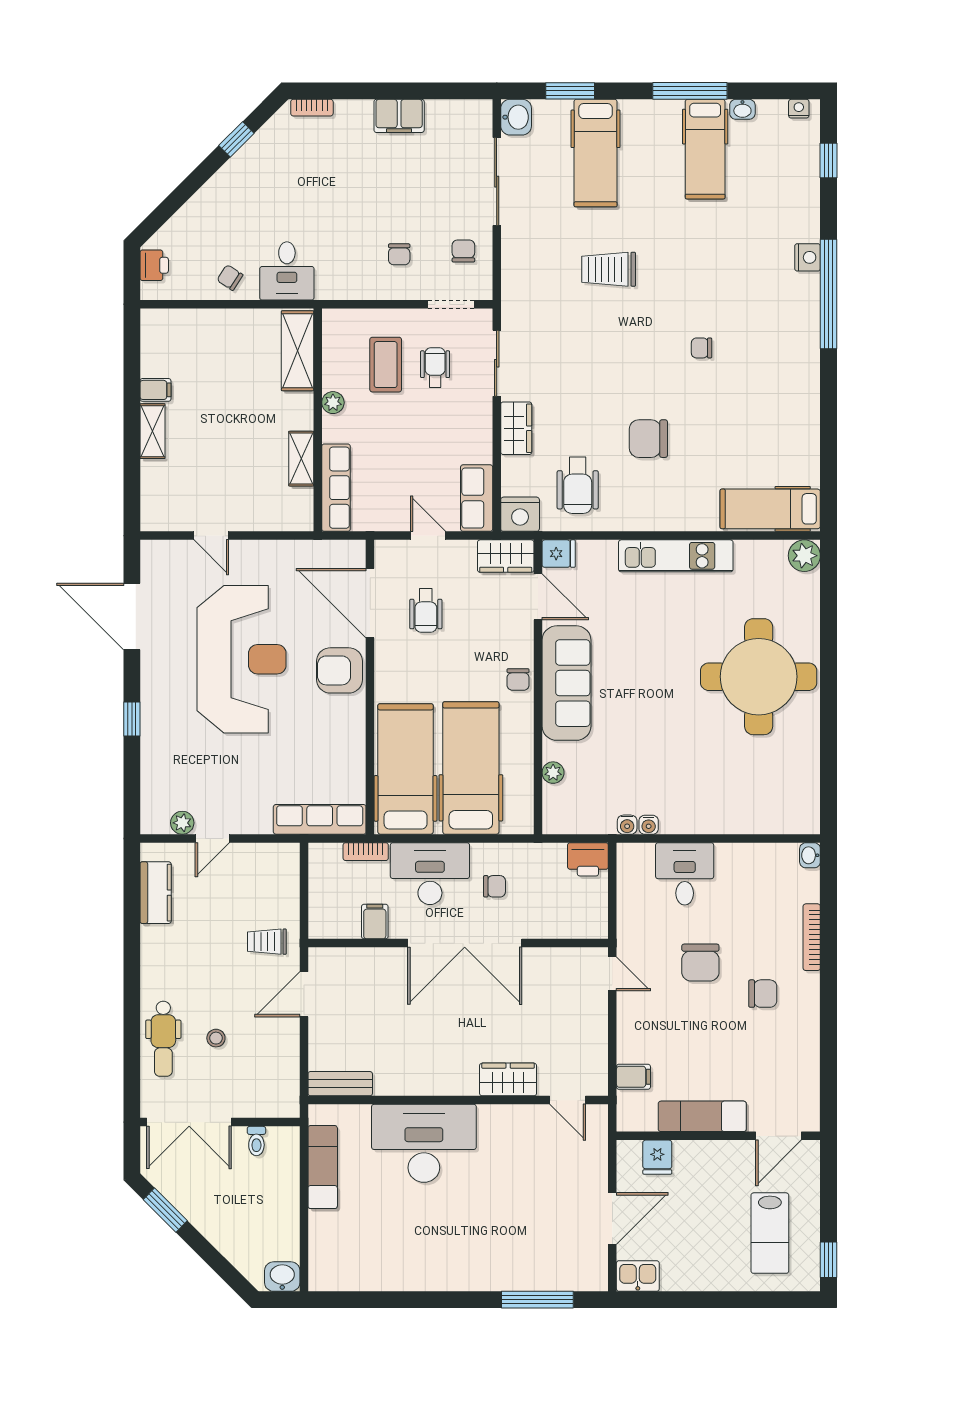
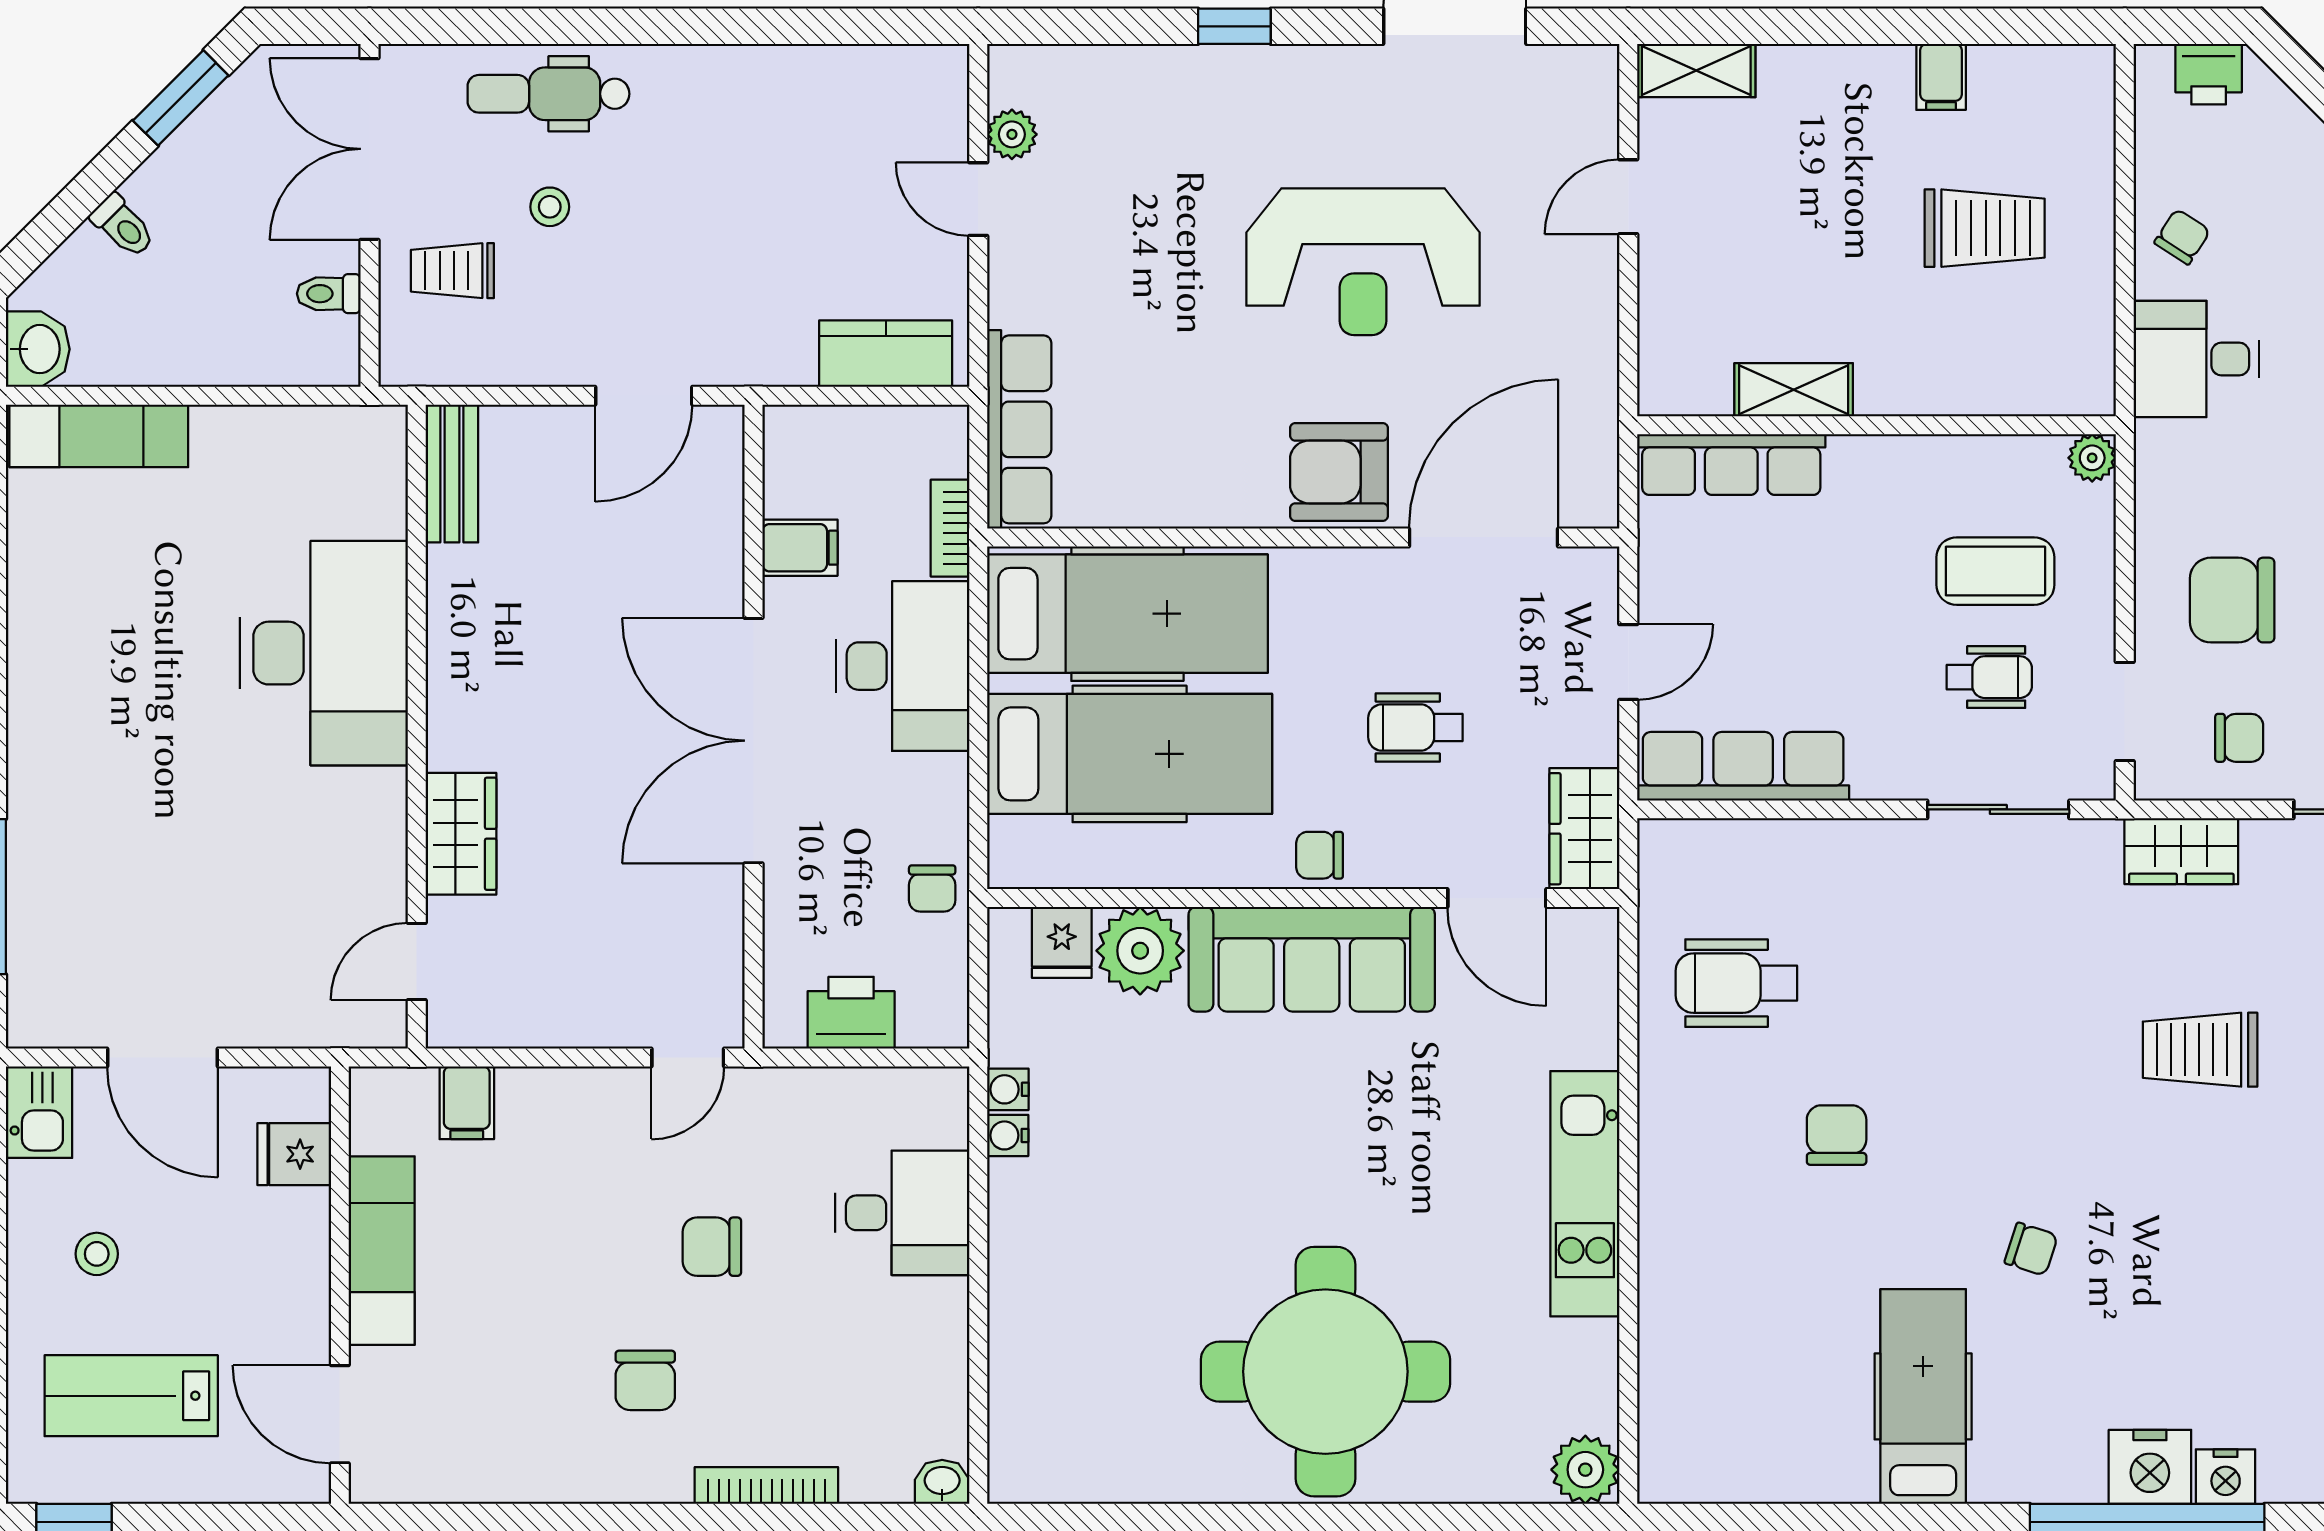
chair: (399, 254) -> (2232, 600), width x1.87, depth x1.87
trolley: (609, 269) -> (2200, 1050), turned -90
chair: (702, 348) -> (2031, 1249), turned 108
shelving: (298, 351) -> (2025, 382), removed
trolley: (226, 370) -> (1985, 228), added
plant: (333, 403) -> (2092, 458), moved
wardrobe: (516, 428) -> (2181, 851), moved
shelving: (153, 431) -> (1696, 71), moved
chair: (648, 439) -> (1837, 1135), width x0.73, depth x0.73
row of seats: (477, 498) -> (1743, 766), width x1.48
hospital bed: (770, 509) -> (1923, 1396), moved
nightstand: (520, 514) -> (2150, 1467), moved, turned -90
fridge: (559, 554) -> (1062, 942), moved
door: (538, 597) -> (1497, 898), hinge flipped
wheelchair: (426, 611) -> (1415, 728), moved
reception desk: (242, 659) -> (1363, 262), width x0.74, depth x0.77
armchair: (340, 670) -> (1339, 472), turned -90
plant: (553, 773) -> (1140, 951), width x1.87, depth x1.87
printer: (588, 859) -> (851, 1013), moved, turned 90
chair: (494, 886) -> (932, 888), moved
kitchen counter: (156, 893) -> (886, 354), moved, turned 180
trolley: (267, 942) -> (452, 271), moved, turned -90
chair: (700, 963) -> (712, 1247), width x0.73, depth x0.73
door: (304, 994) -> (644, 396), swing flipped
exam couch: (323, 1167) -> (99, 436), moved
toilet: (225, 1237) -> (123, 226), added
stool: (704, 1249) -> (97, 1254), added

